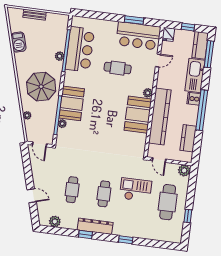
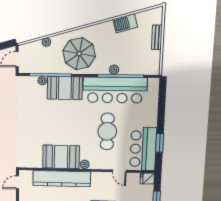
bar counter: (80, 49) -> (115, 90), width x1.36
cafe table: (118, 68) -> (107, 131), width x1.37, depth x1.35

